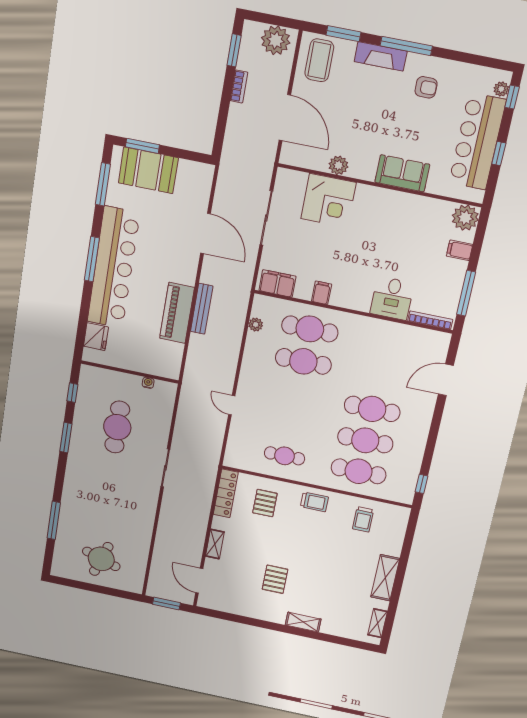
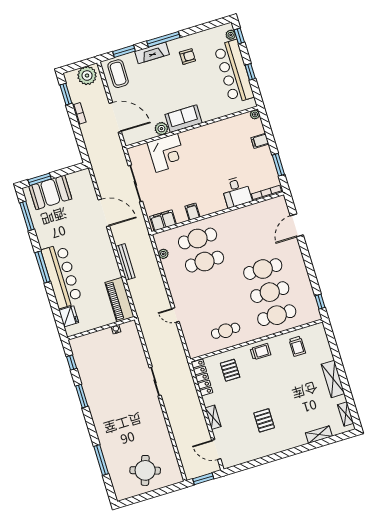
sofa: (402, 173) -> (183, 119), moved
plant: (465, 218) -> (255, 114), width x0.53, depth x0.53
bar counter: (113, 268) -> (62, 276), width x0.73
window: (466, 293) -> (278, 165), width x0.69
piano: (177, 313) -> (120, 300), moved
cafe table: (117, 427) -> (111, 370), removed
shelving: (303, 622) -> (319, 435), moved

